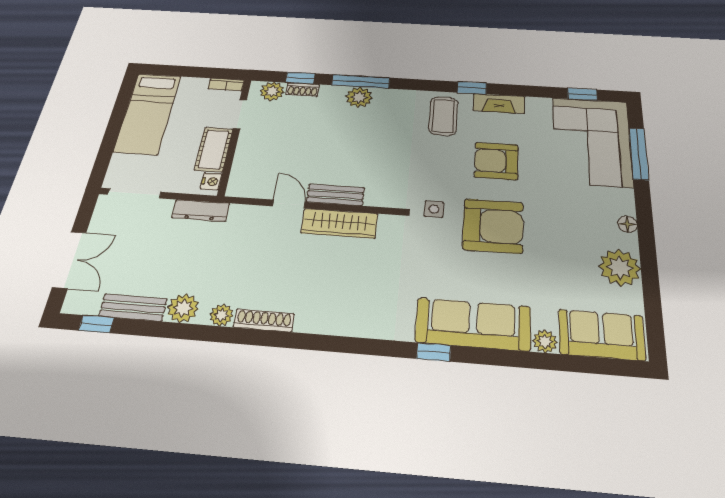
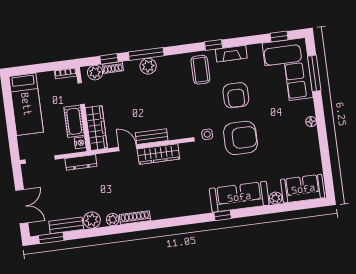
armchair: (496, 161) -> (236, 95), turned -90
wardrobe: (246, 165) -> (96, 128), added
plant: (620, 268) -> (309, 149), removed
window: (96, 324) -> (51, 238), width x1.50

